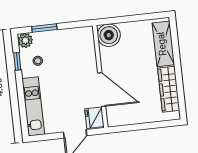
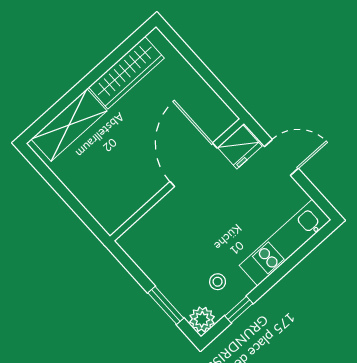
boiler: (109, 35) -> (111, 209), removed

